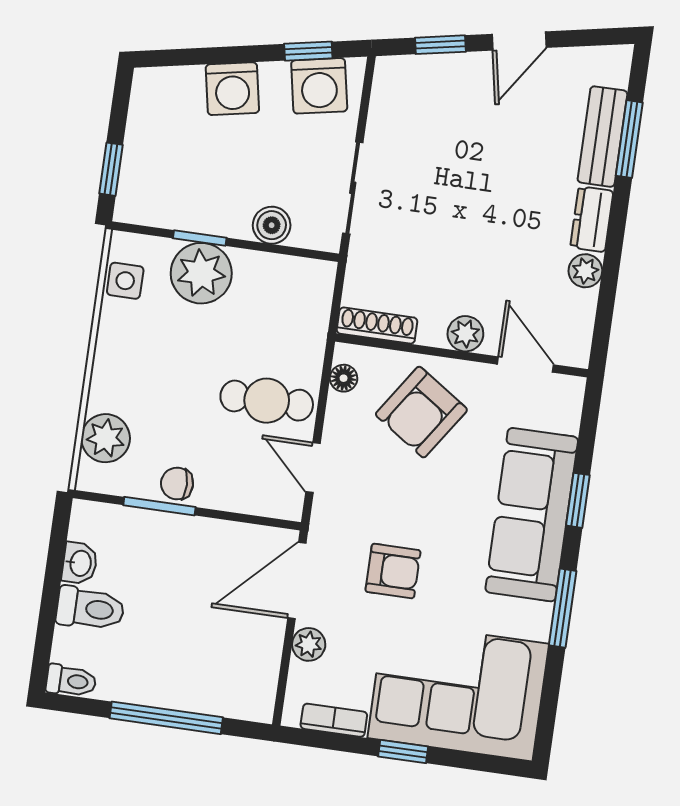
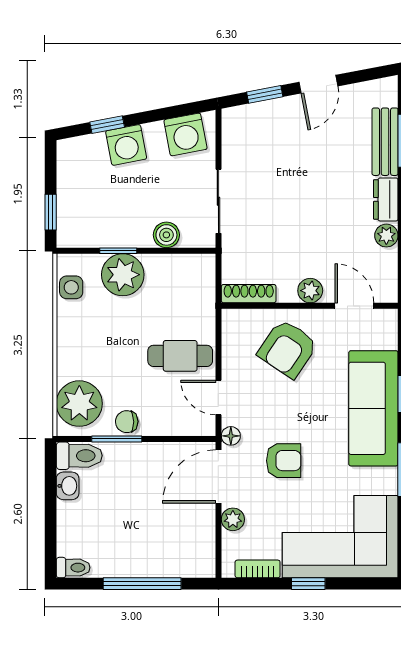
window: (308, 51) -> (107, 125), moved
floor lamp: (344, 378) -> (231, 436), moved
plant: (106, 438) -> (79, 404), width x1.36, depth x1.36
toilet: (90, 609) -> (79, 456), moved

